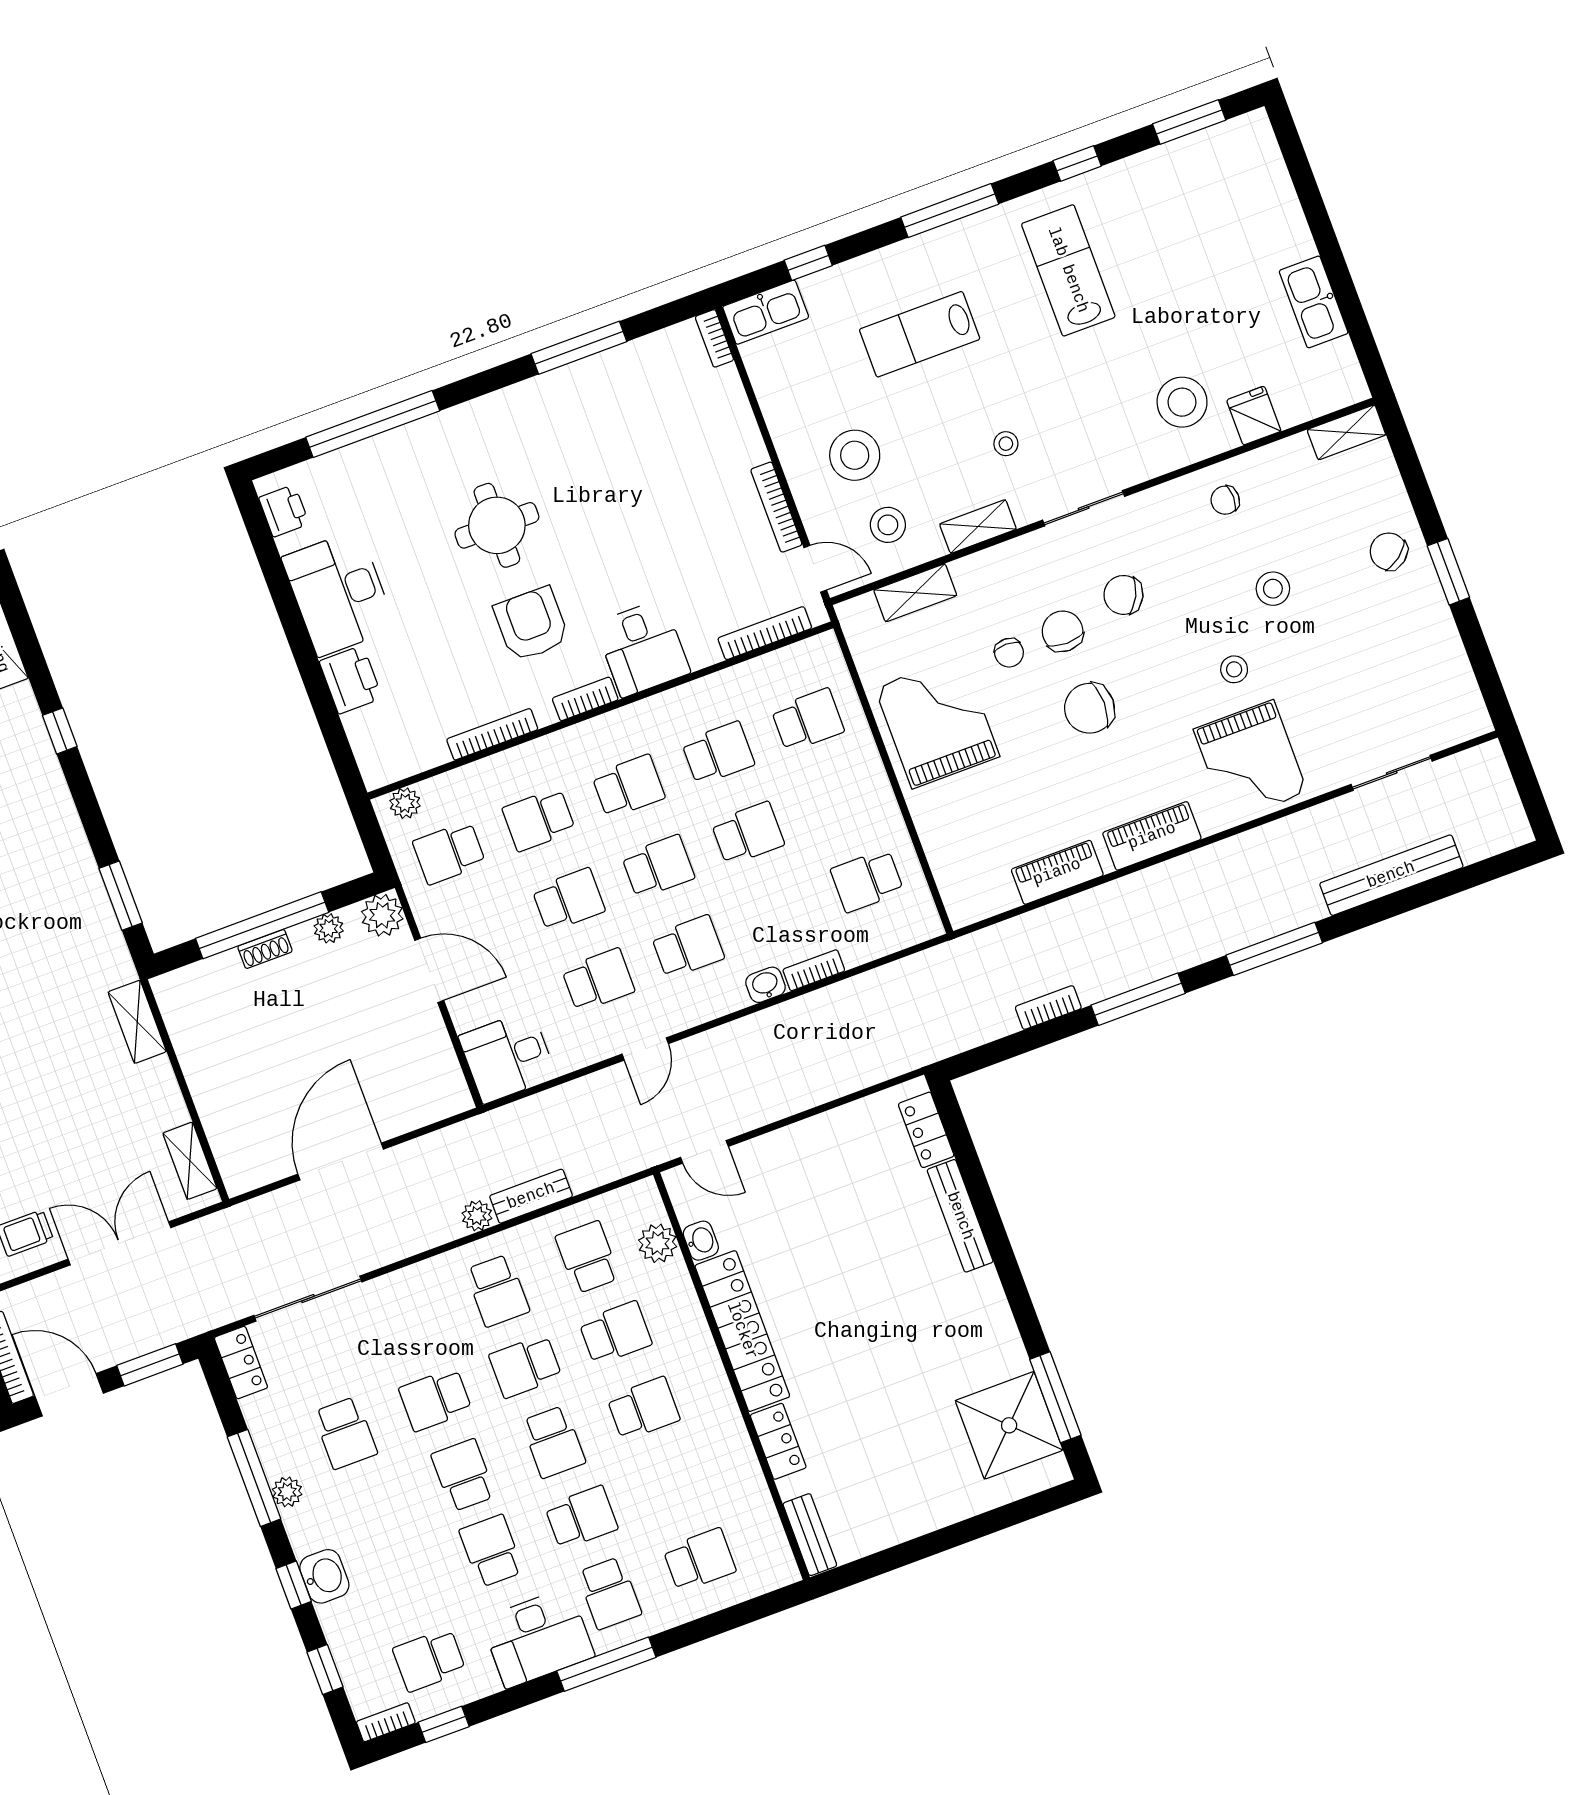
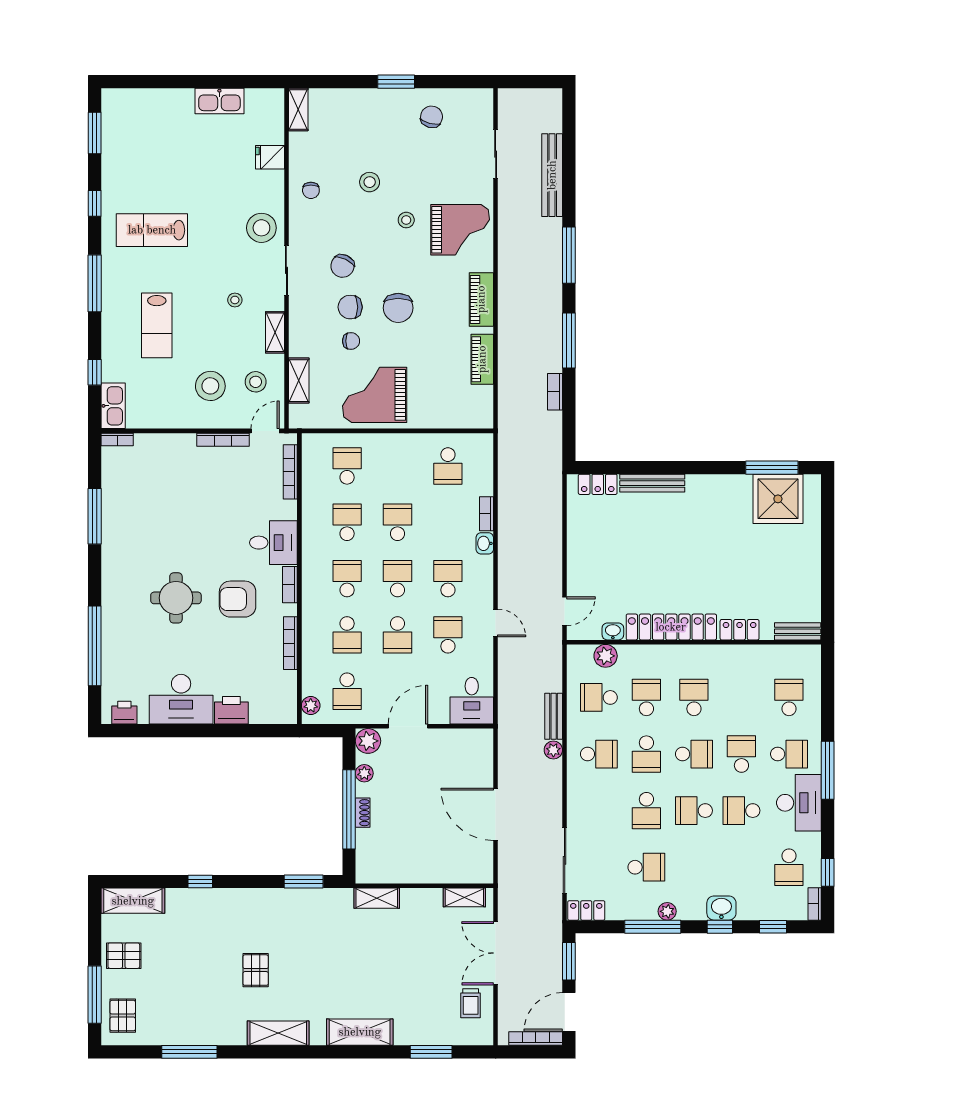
stool: (1182, 402) -> (261, 228), moved
chair: (1389, 551) -> (432, 117), moved, turned 143
school desk: (568, 900) -> (397, 635), turned 180

